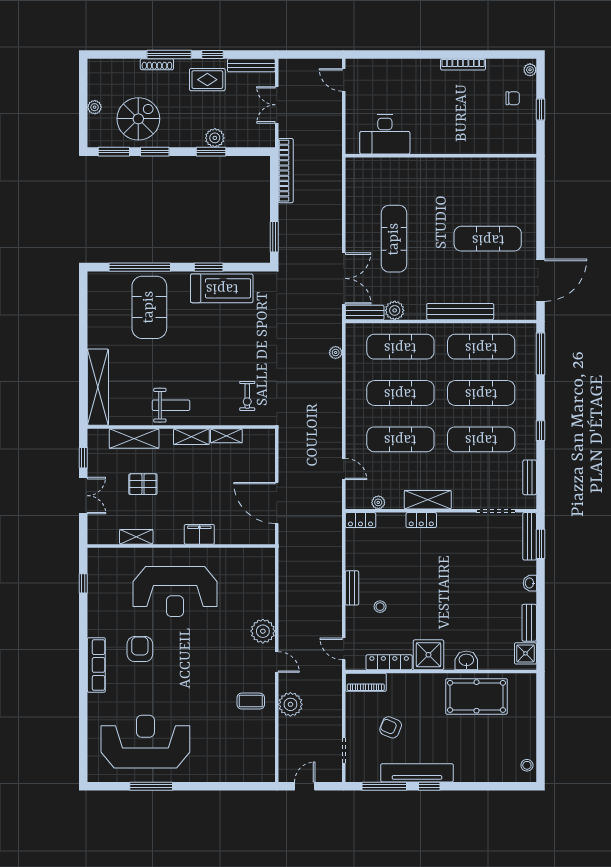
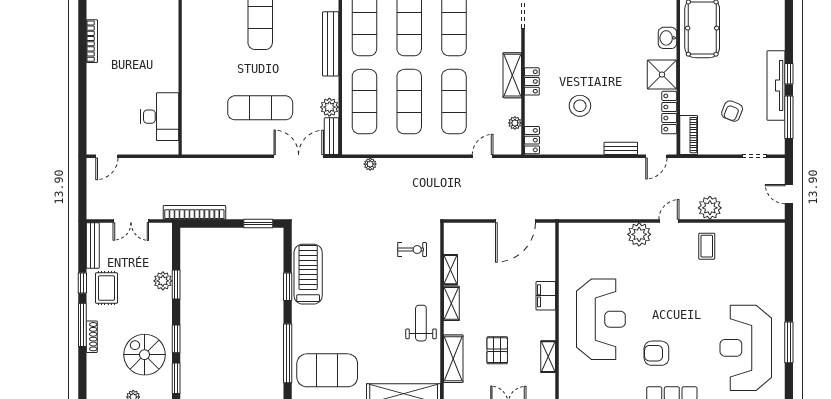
exercise mat: (149, 307) -> (327, 370), moved
bench: (352, 588) -> (621, 148), moved
stool: (380, 607) -> (580, 106), moved, width x1.89, depth x1.89

